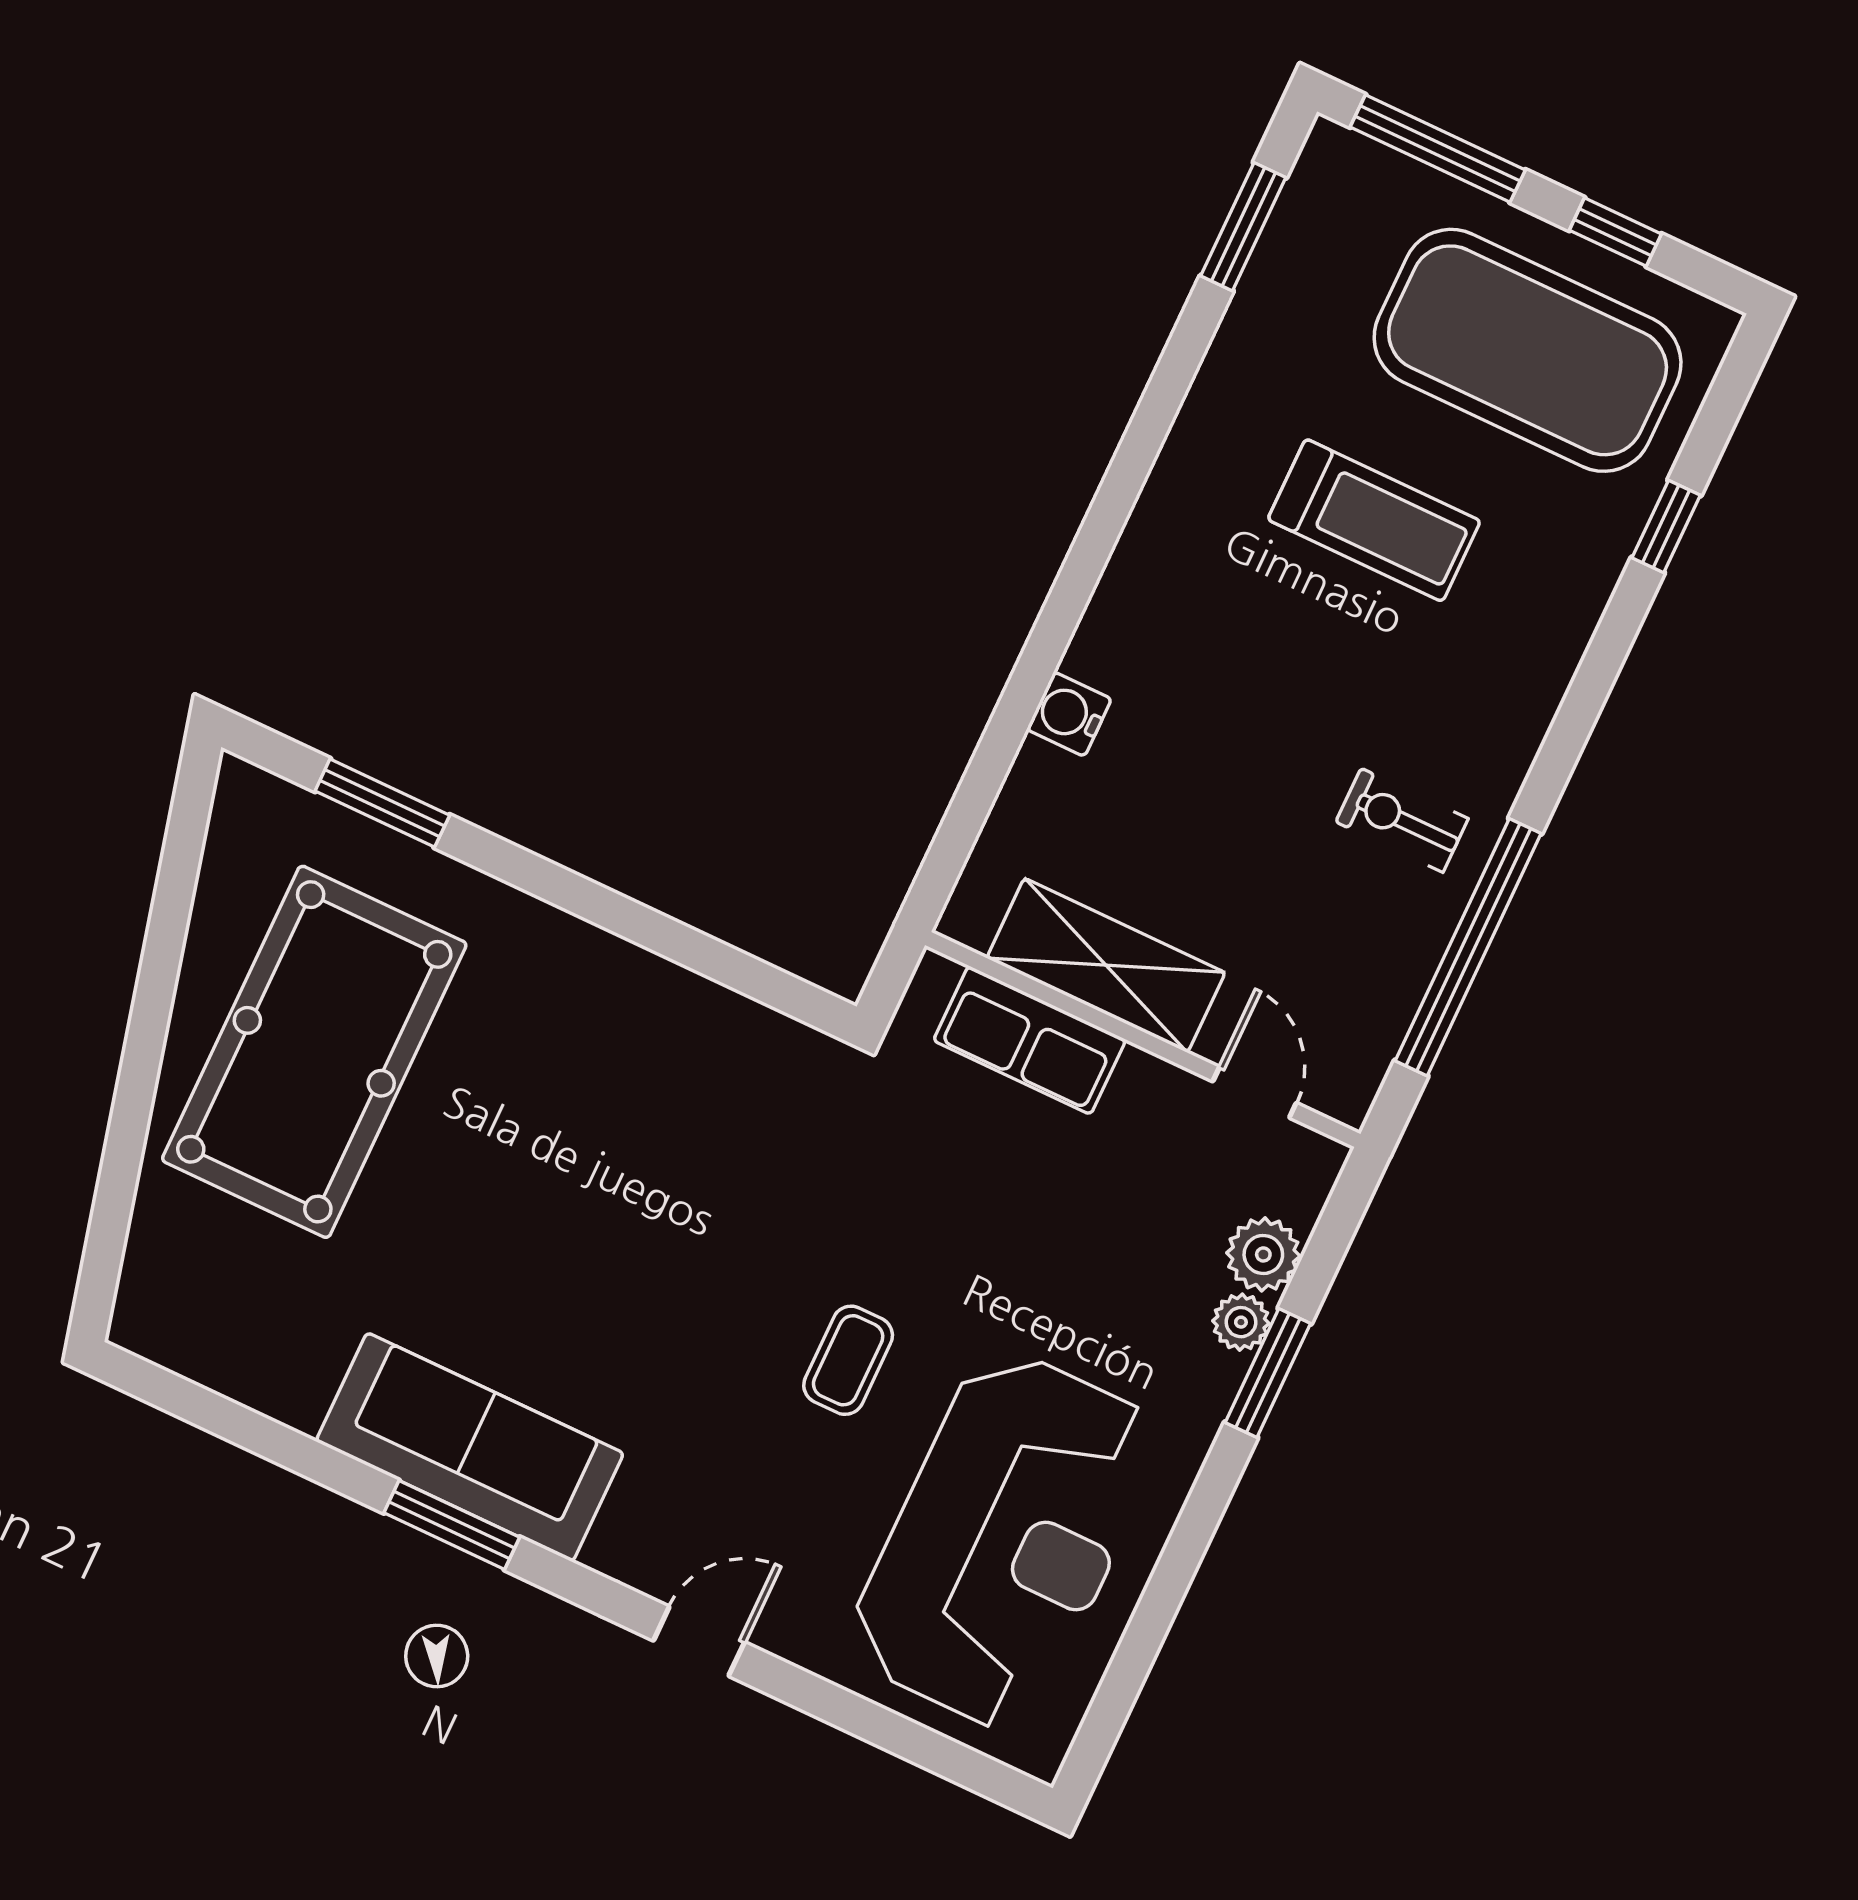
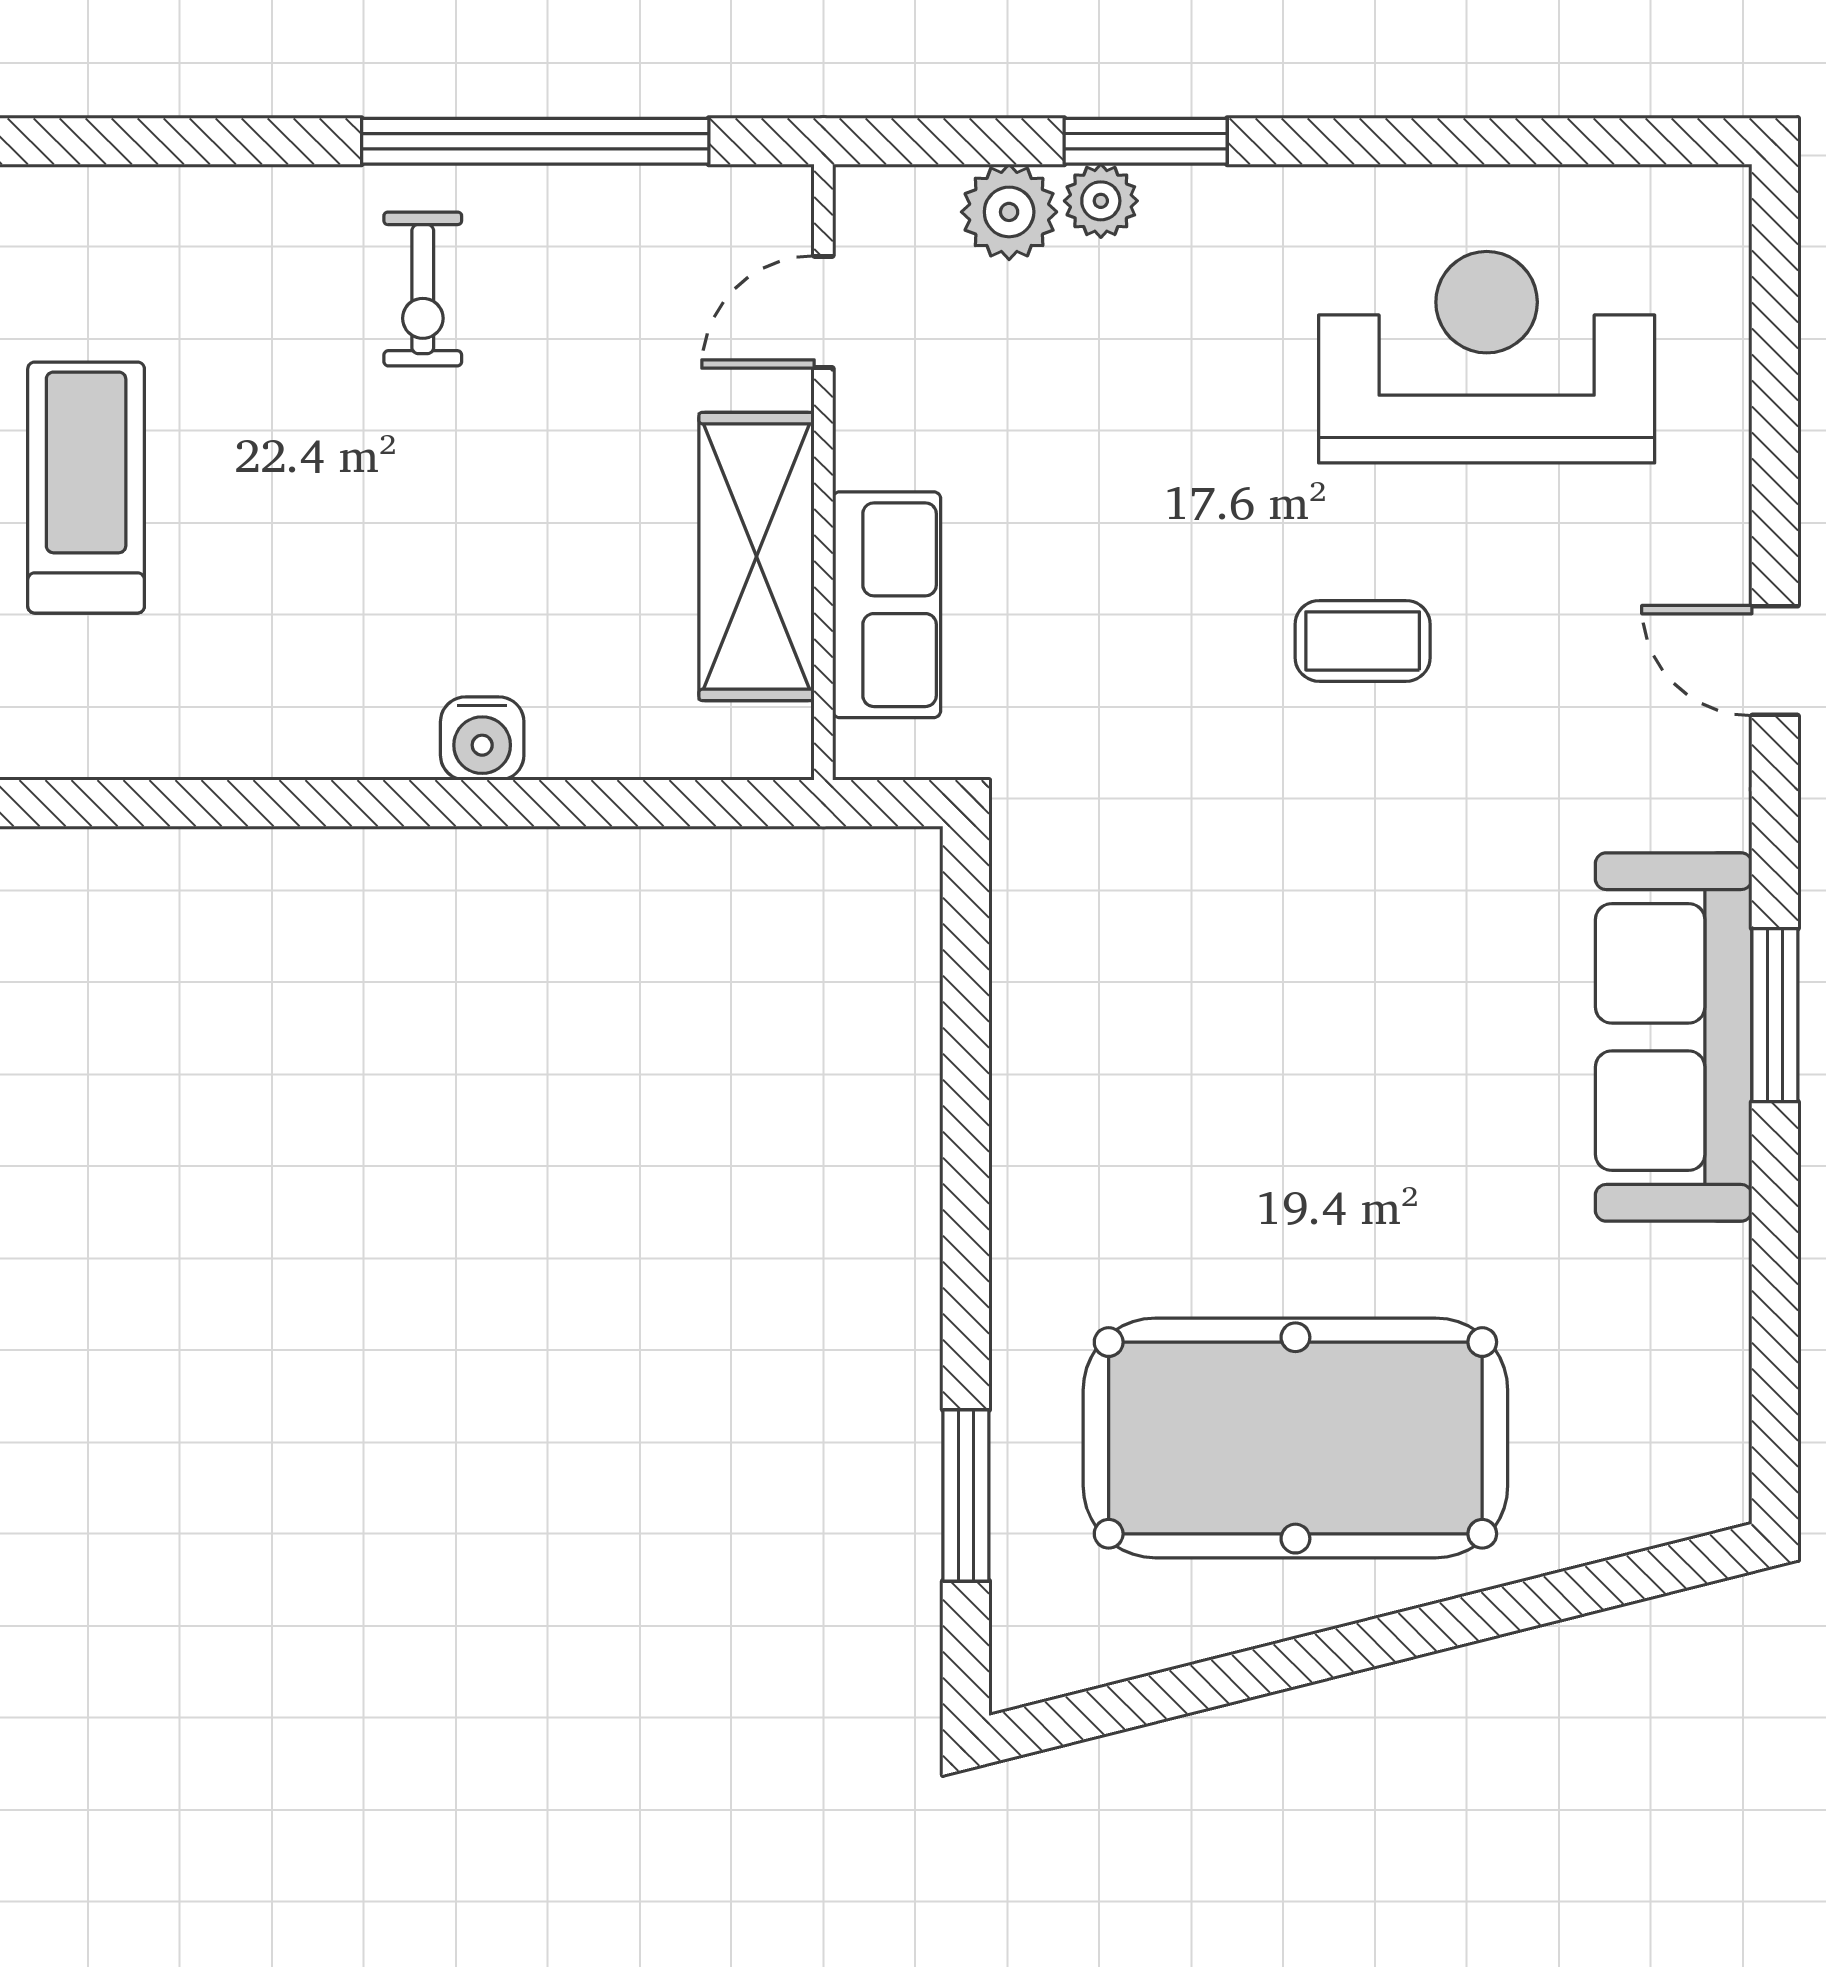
reception desk: (1005, 1540) -> (1487, 357), width x0.74, depth x0.77

